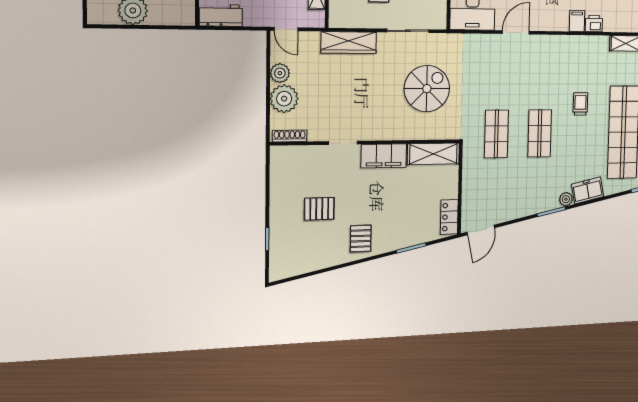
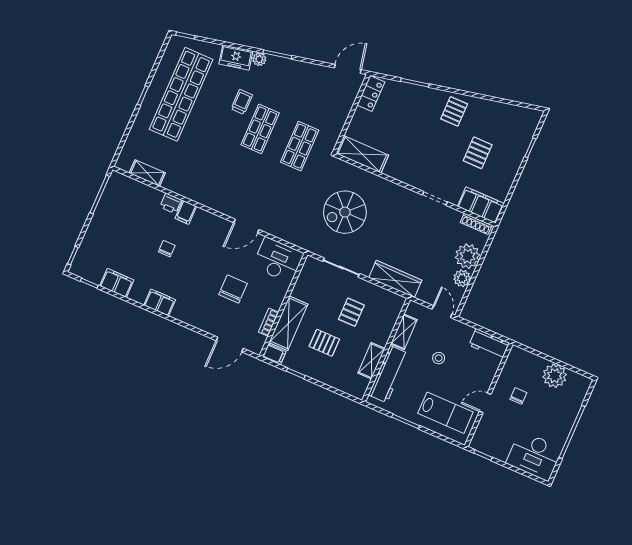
trolley: (580, 104) -> (242, 102), moved, turned 180
filing cabinet: (384, 156) -> (481, 205), moved
pallet: (319, 209) -> (478, 153), turned 90

